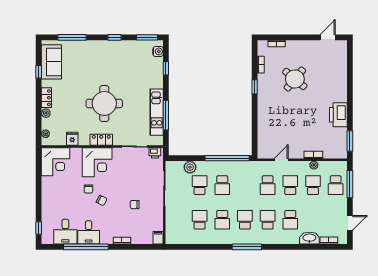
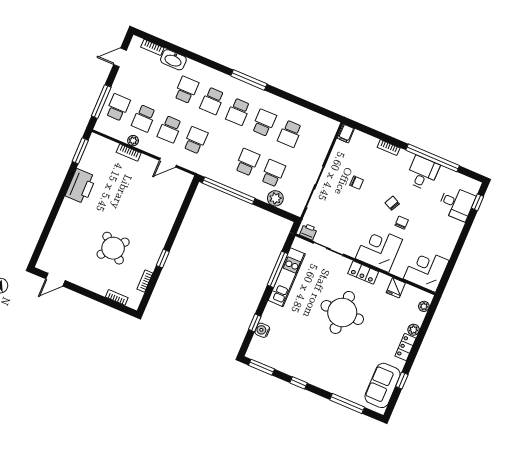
water cooler: (158, 51) -> (262, 330), moved
school desk: (200, 185) -> (273, 173), turned 180
desk: (65, 232) -> (457, 203), moved, turned 90

